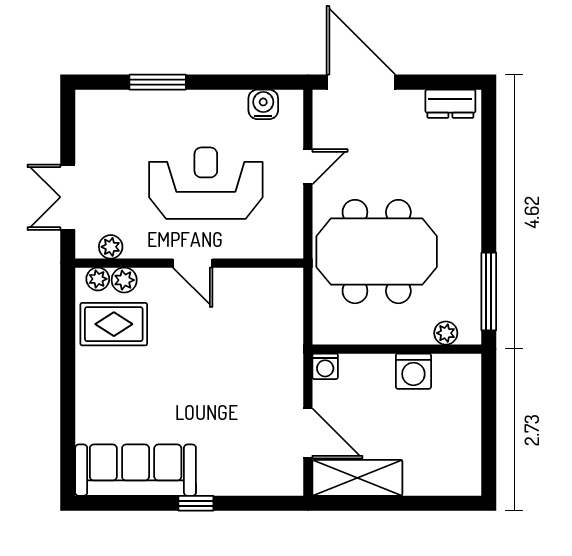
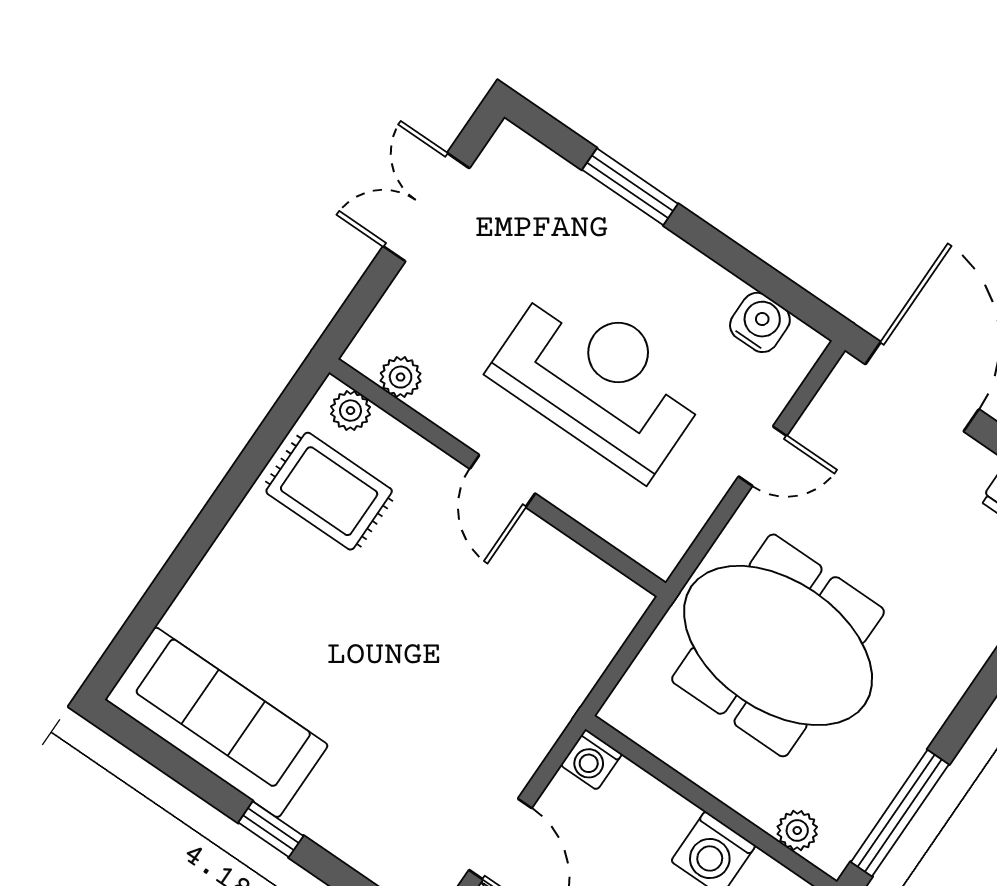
double door: (68, 197) -> (426, 207), moved
plant: (124, 280) -> (387, 438), removed

